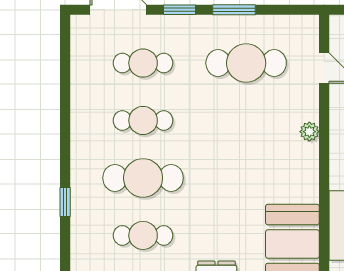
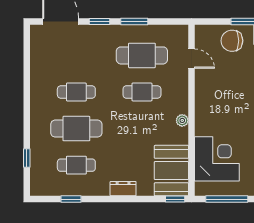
cafe table: (143, 63) -> (142, 92), moved
plant: (309, 132) -> (182, 120), moved
window: (65, 202) -> (27, 158), moved

